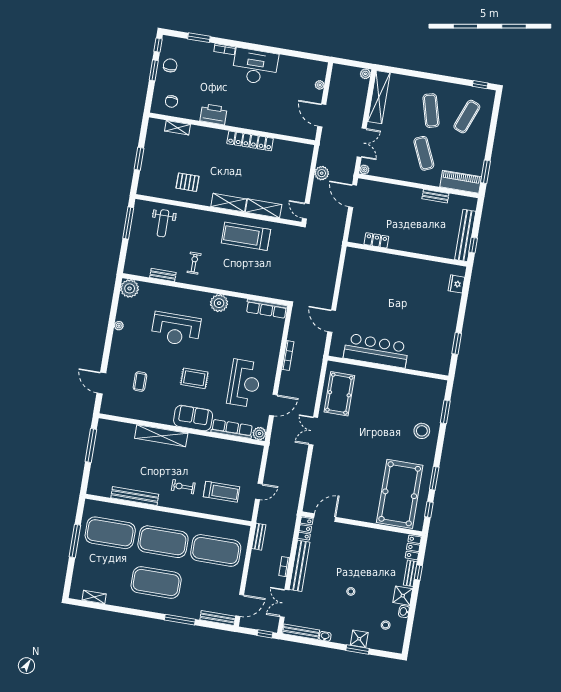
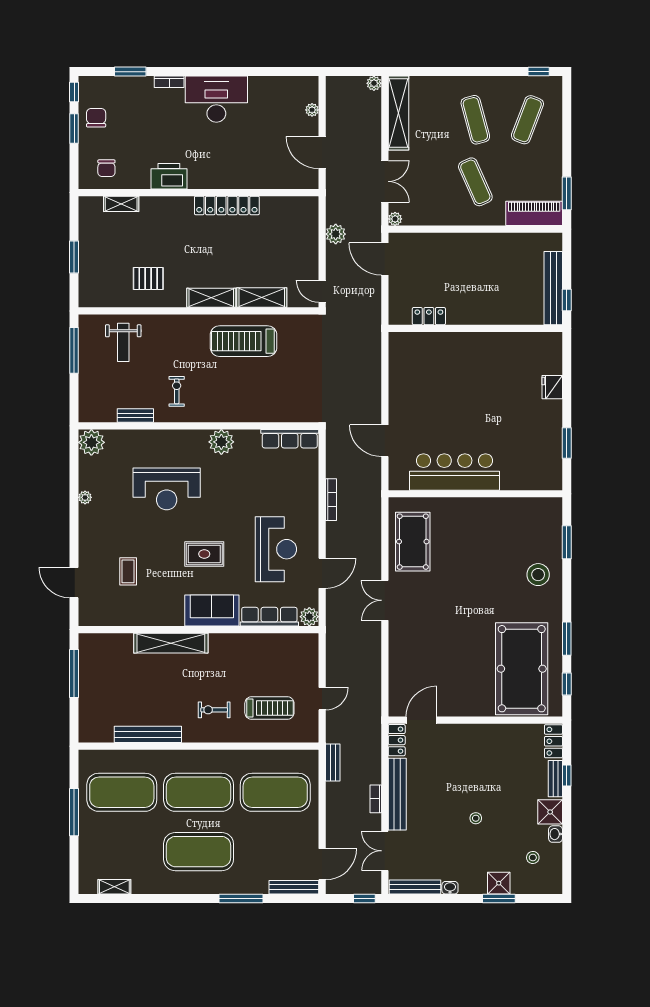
bench: (435, 196) -> (502, 240), removed
fridge: (456, 284) -> (552, 387), moved

